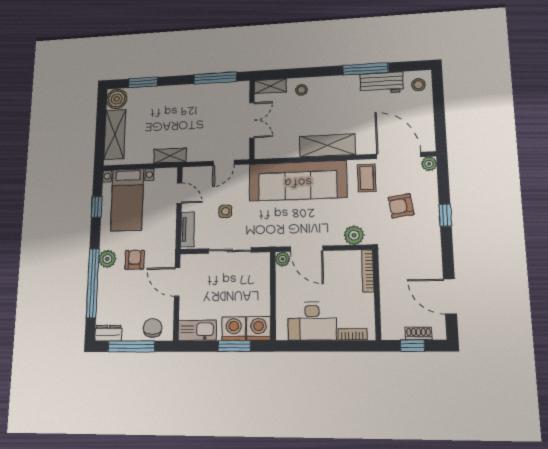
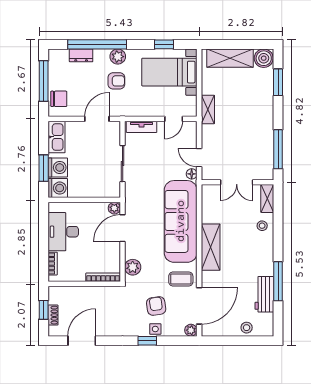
stool: (418, 85) -> (247, 328), moved
floor lamp: (242, 170) -> (192, 174), added
side table: (225, 211) -> (155, 329), moved
dresser: (108, 333) -> (81, 55), moved, turned 90

